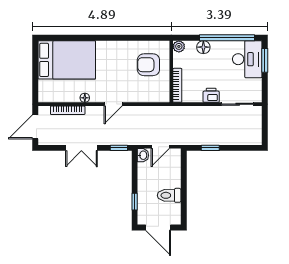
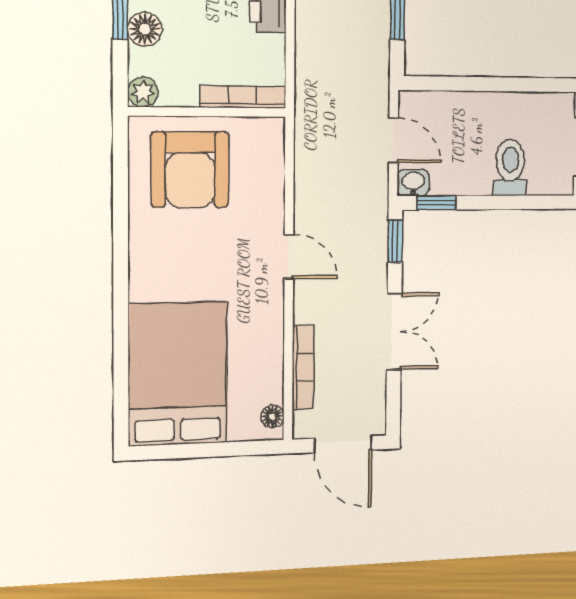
armchair: (148, 65) -> (190, 169), width x1.36, depth x1.36
floor lamp: (85, 98) -> (272, 416), moved
toilet: (169, 195) -> (510, 167), moved, turned 180
window: (135, 202) -> (437, 203), moved

